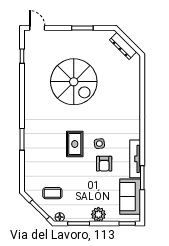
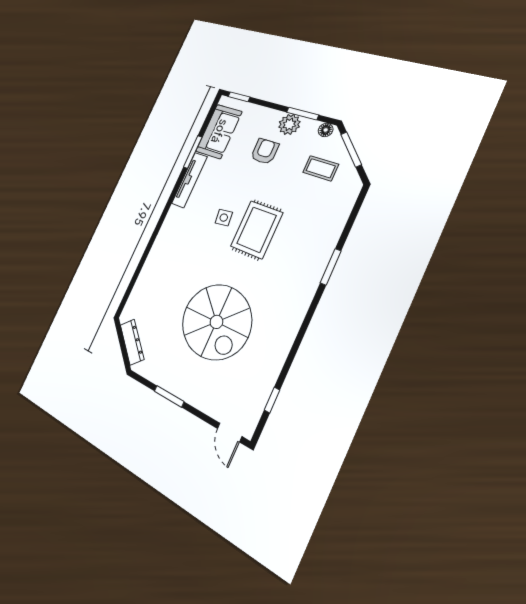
spiral stairs: (74, 82) -> (216, 322), turned 180
rug: (75, 144) -> (257, 230), width x1.36, depth x1.43
armchair: (104, 164) -> (265, 151), moved
plant: (98, 214) -> (289, 124), moved

